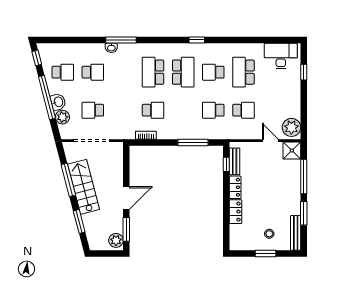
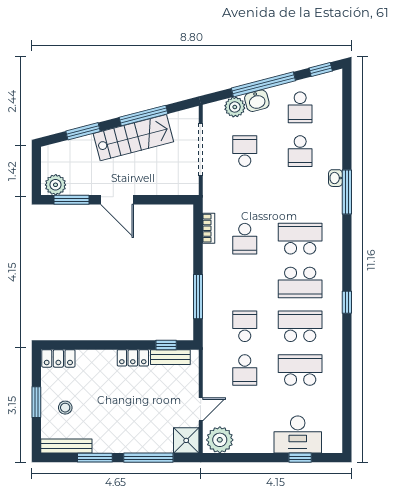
desk: (281, 56) -> (298, 434), moved, turned 90
school desk: (213, 72) -> (300, 326), width x1.85
locker: (235, 212) -> (58, 358), moved

